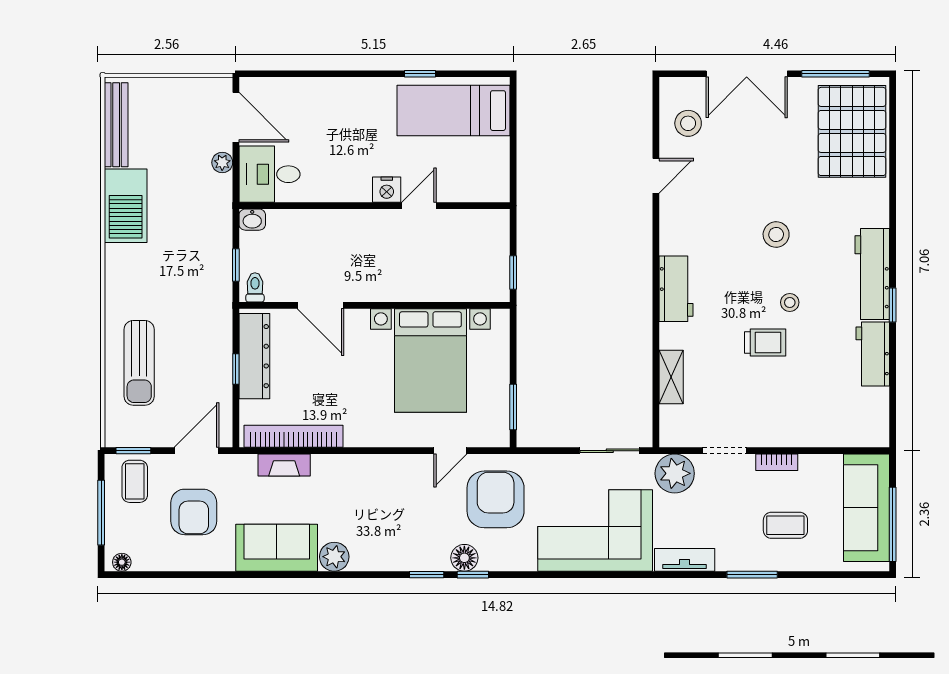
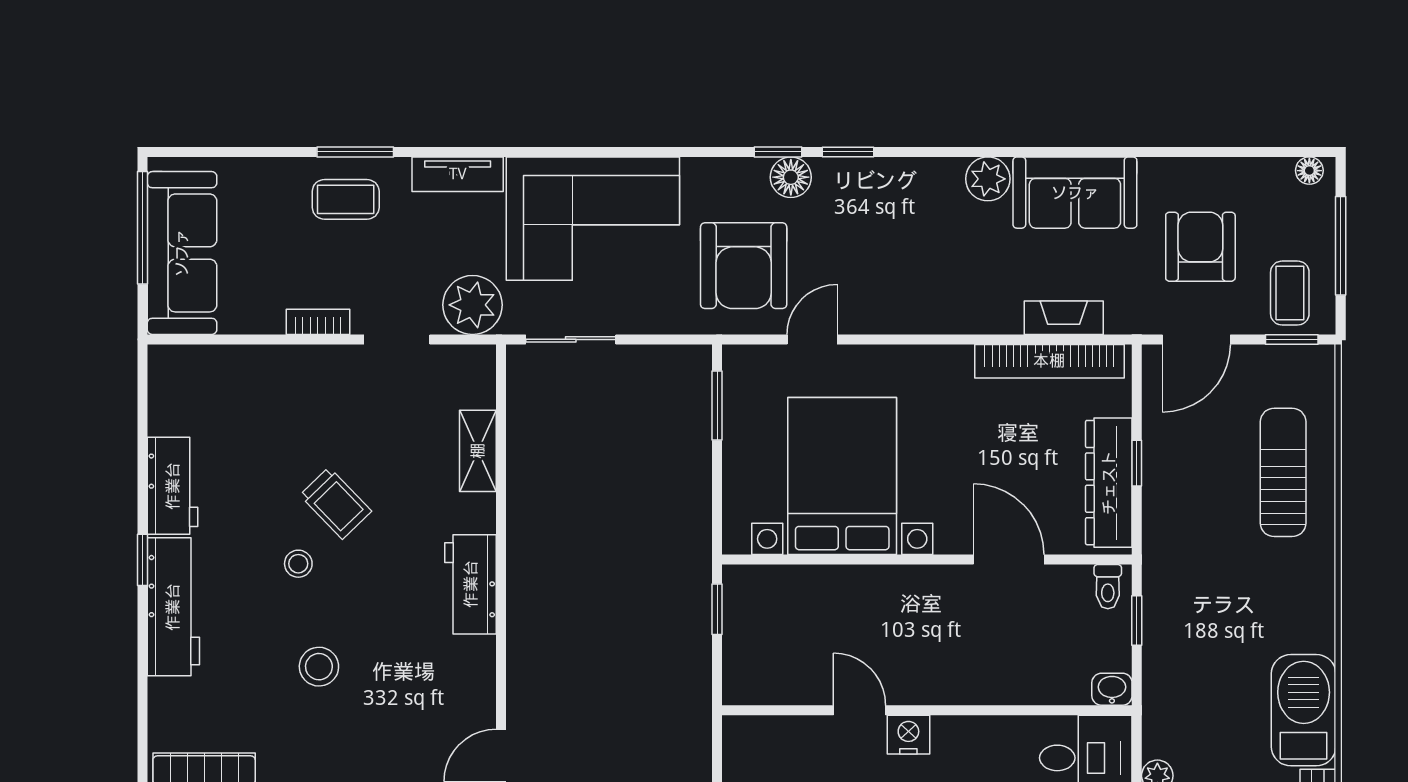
door: (419, 206) -> (860, 710), swing flipped
trolley: (765, 343) -> (336, 503), turned -134
coffee table: (785, 525) -> (346, 199), moved

